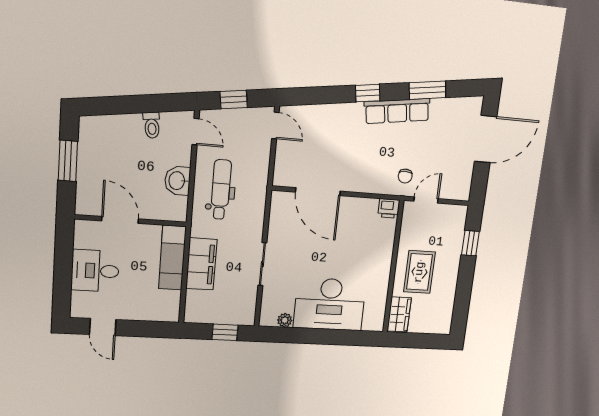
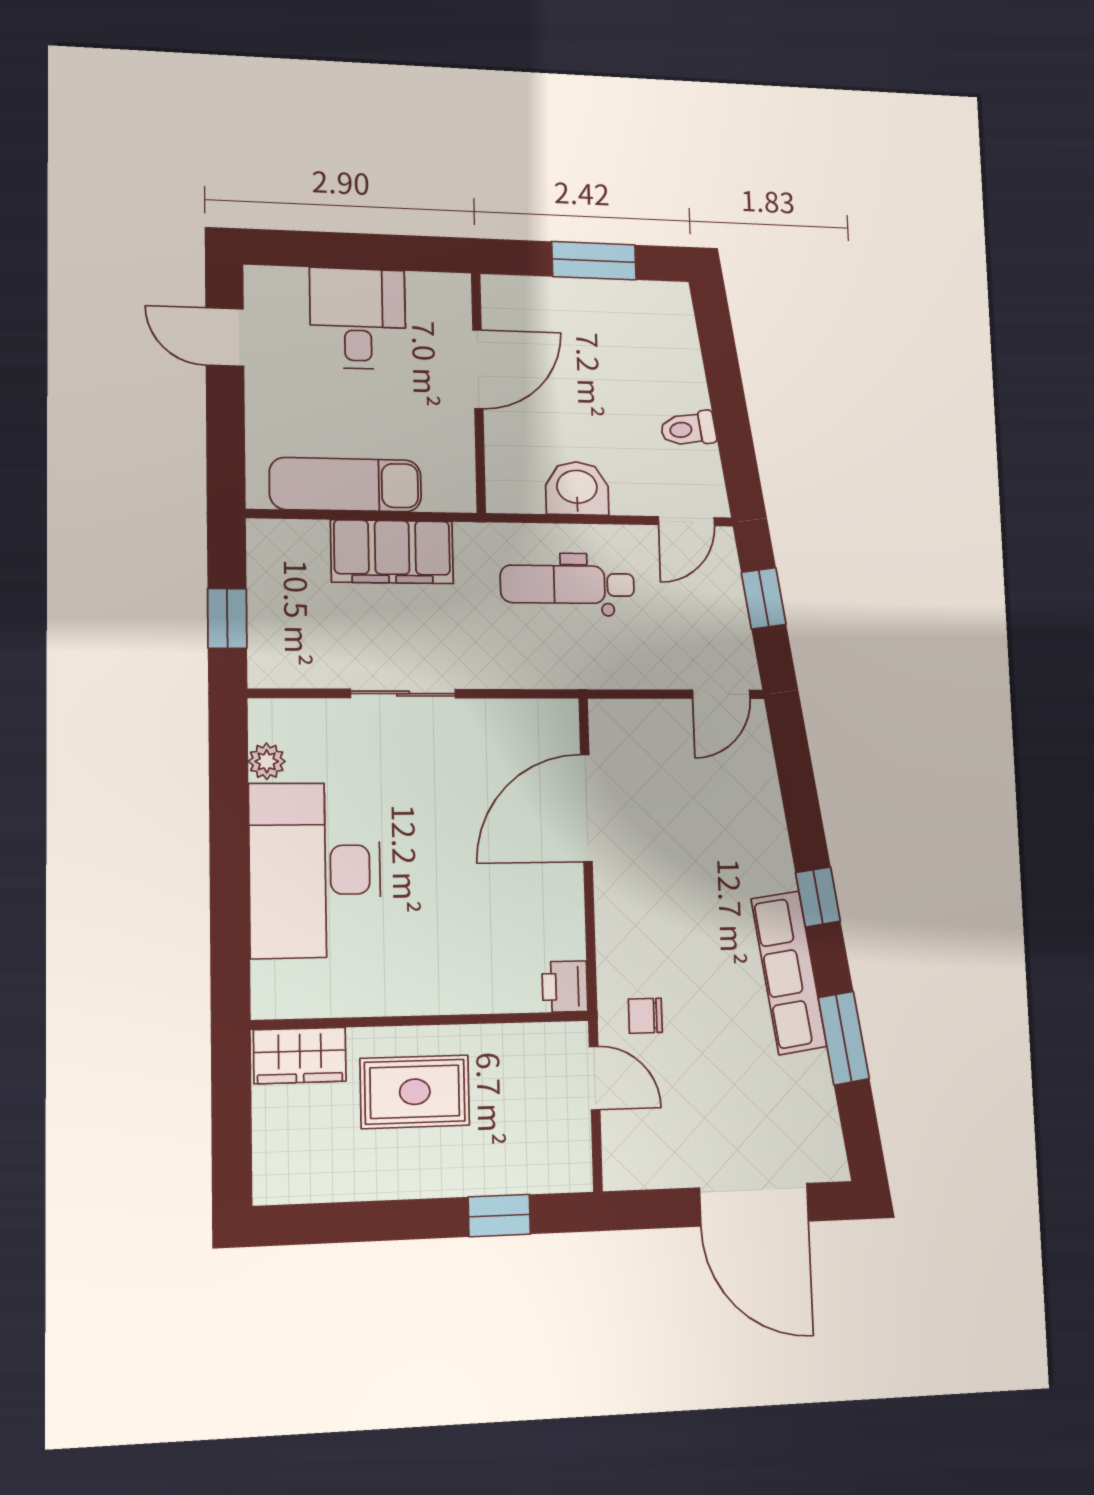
dental chair: (221, 190) -> (567, 584), turned 180
exam couch: (172, 258) -> (346, 485), moved
door: (103, 327) -> (225, 337), hinge flipped

